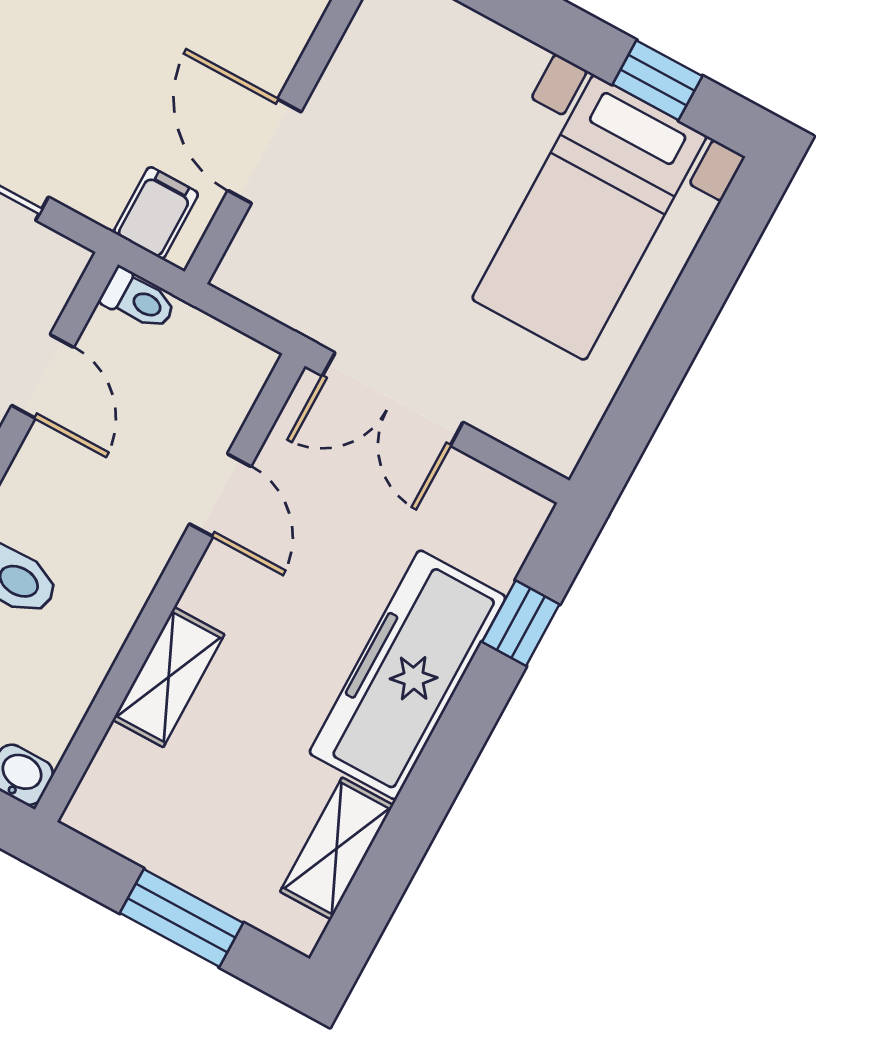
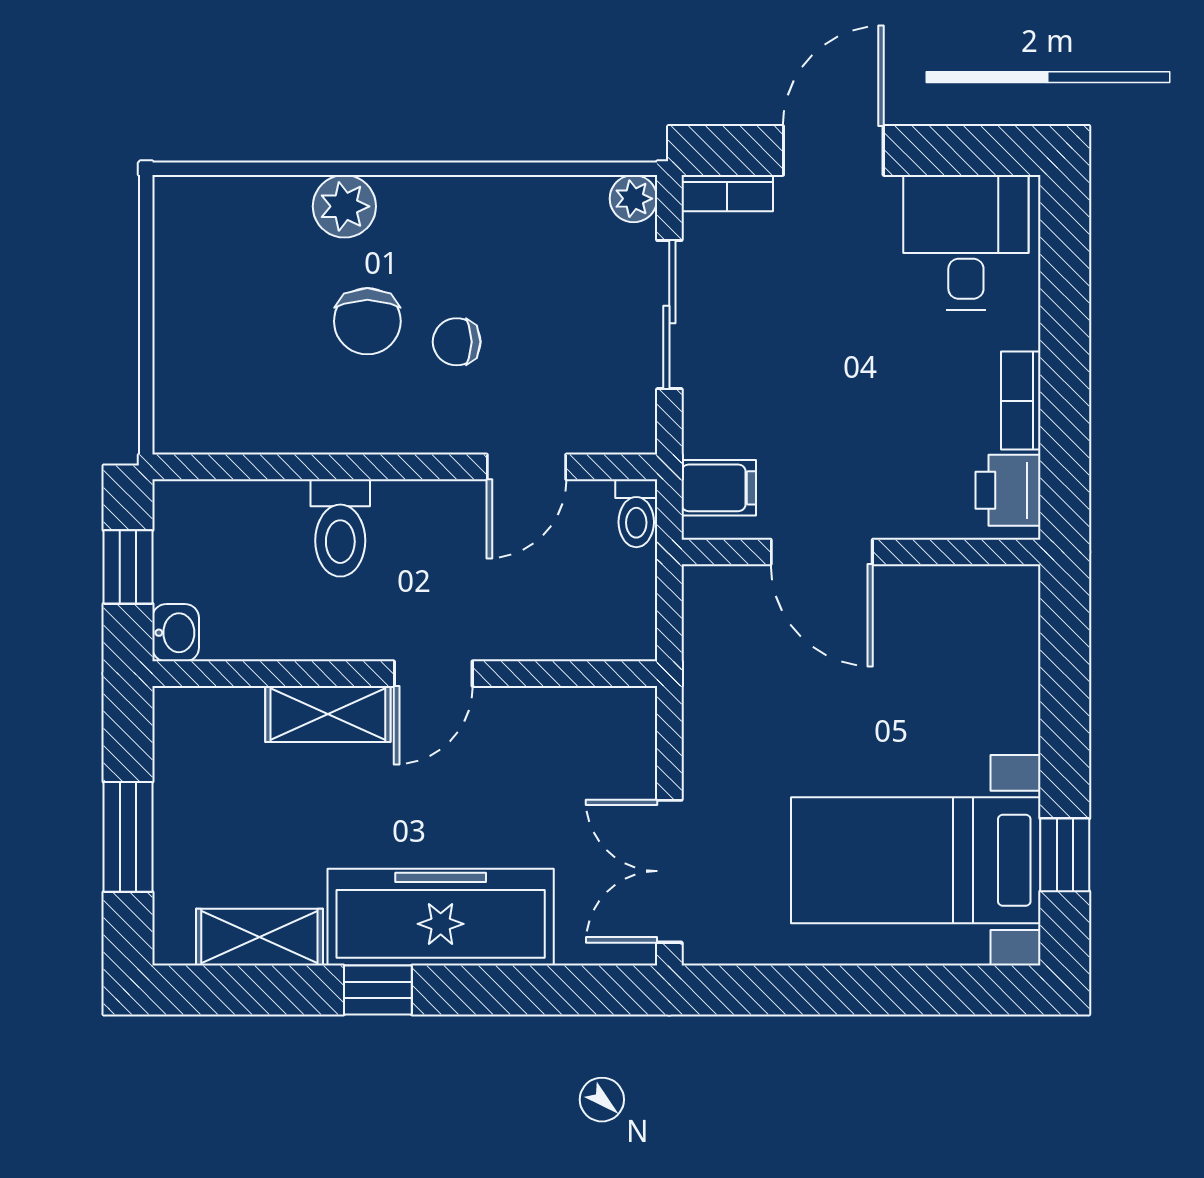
door: (265, 151) -> (822, 552), swing flipped
double door: (393, 399) -> (669, 871), moved
door: (220, 495) -> (433, 674), moved
window: (521, 623) -> (378, 990), moved

